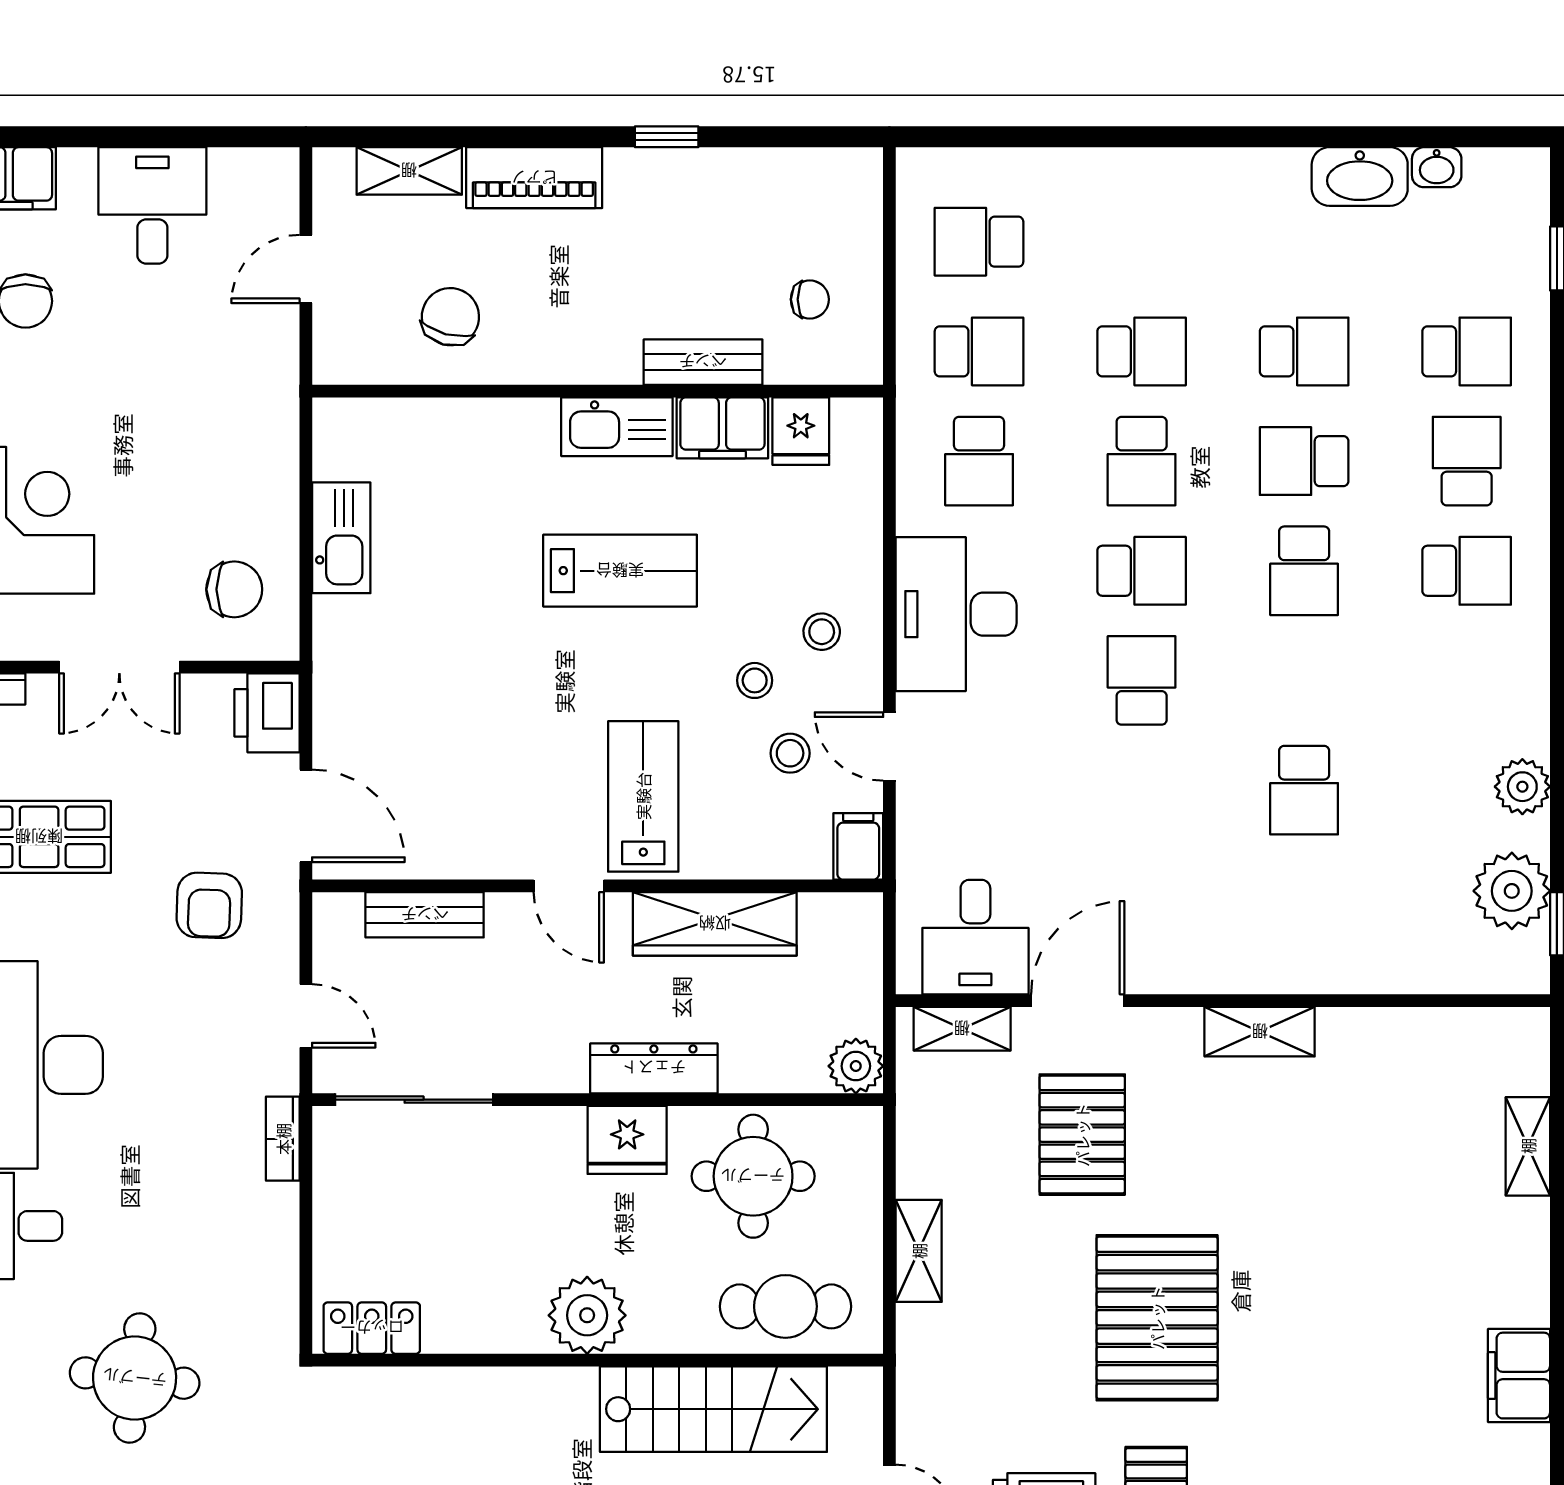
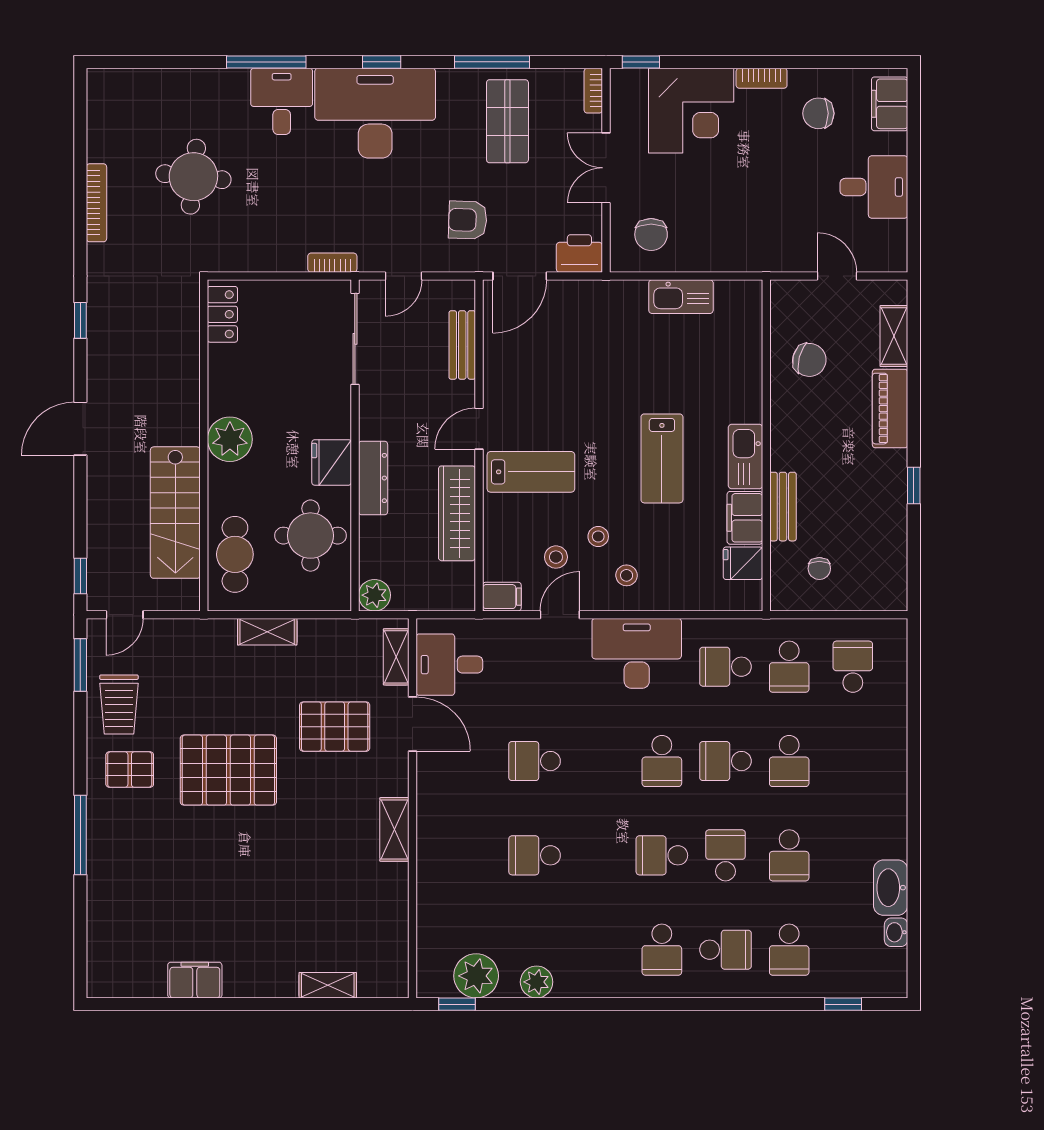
school desk: (1142, 680) -> (535, 761), moved, turned 180

